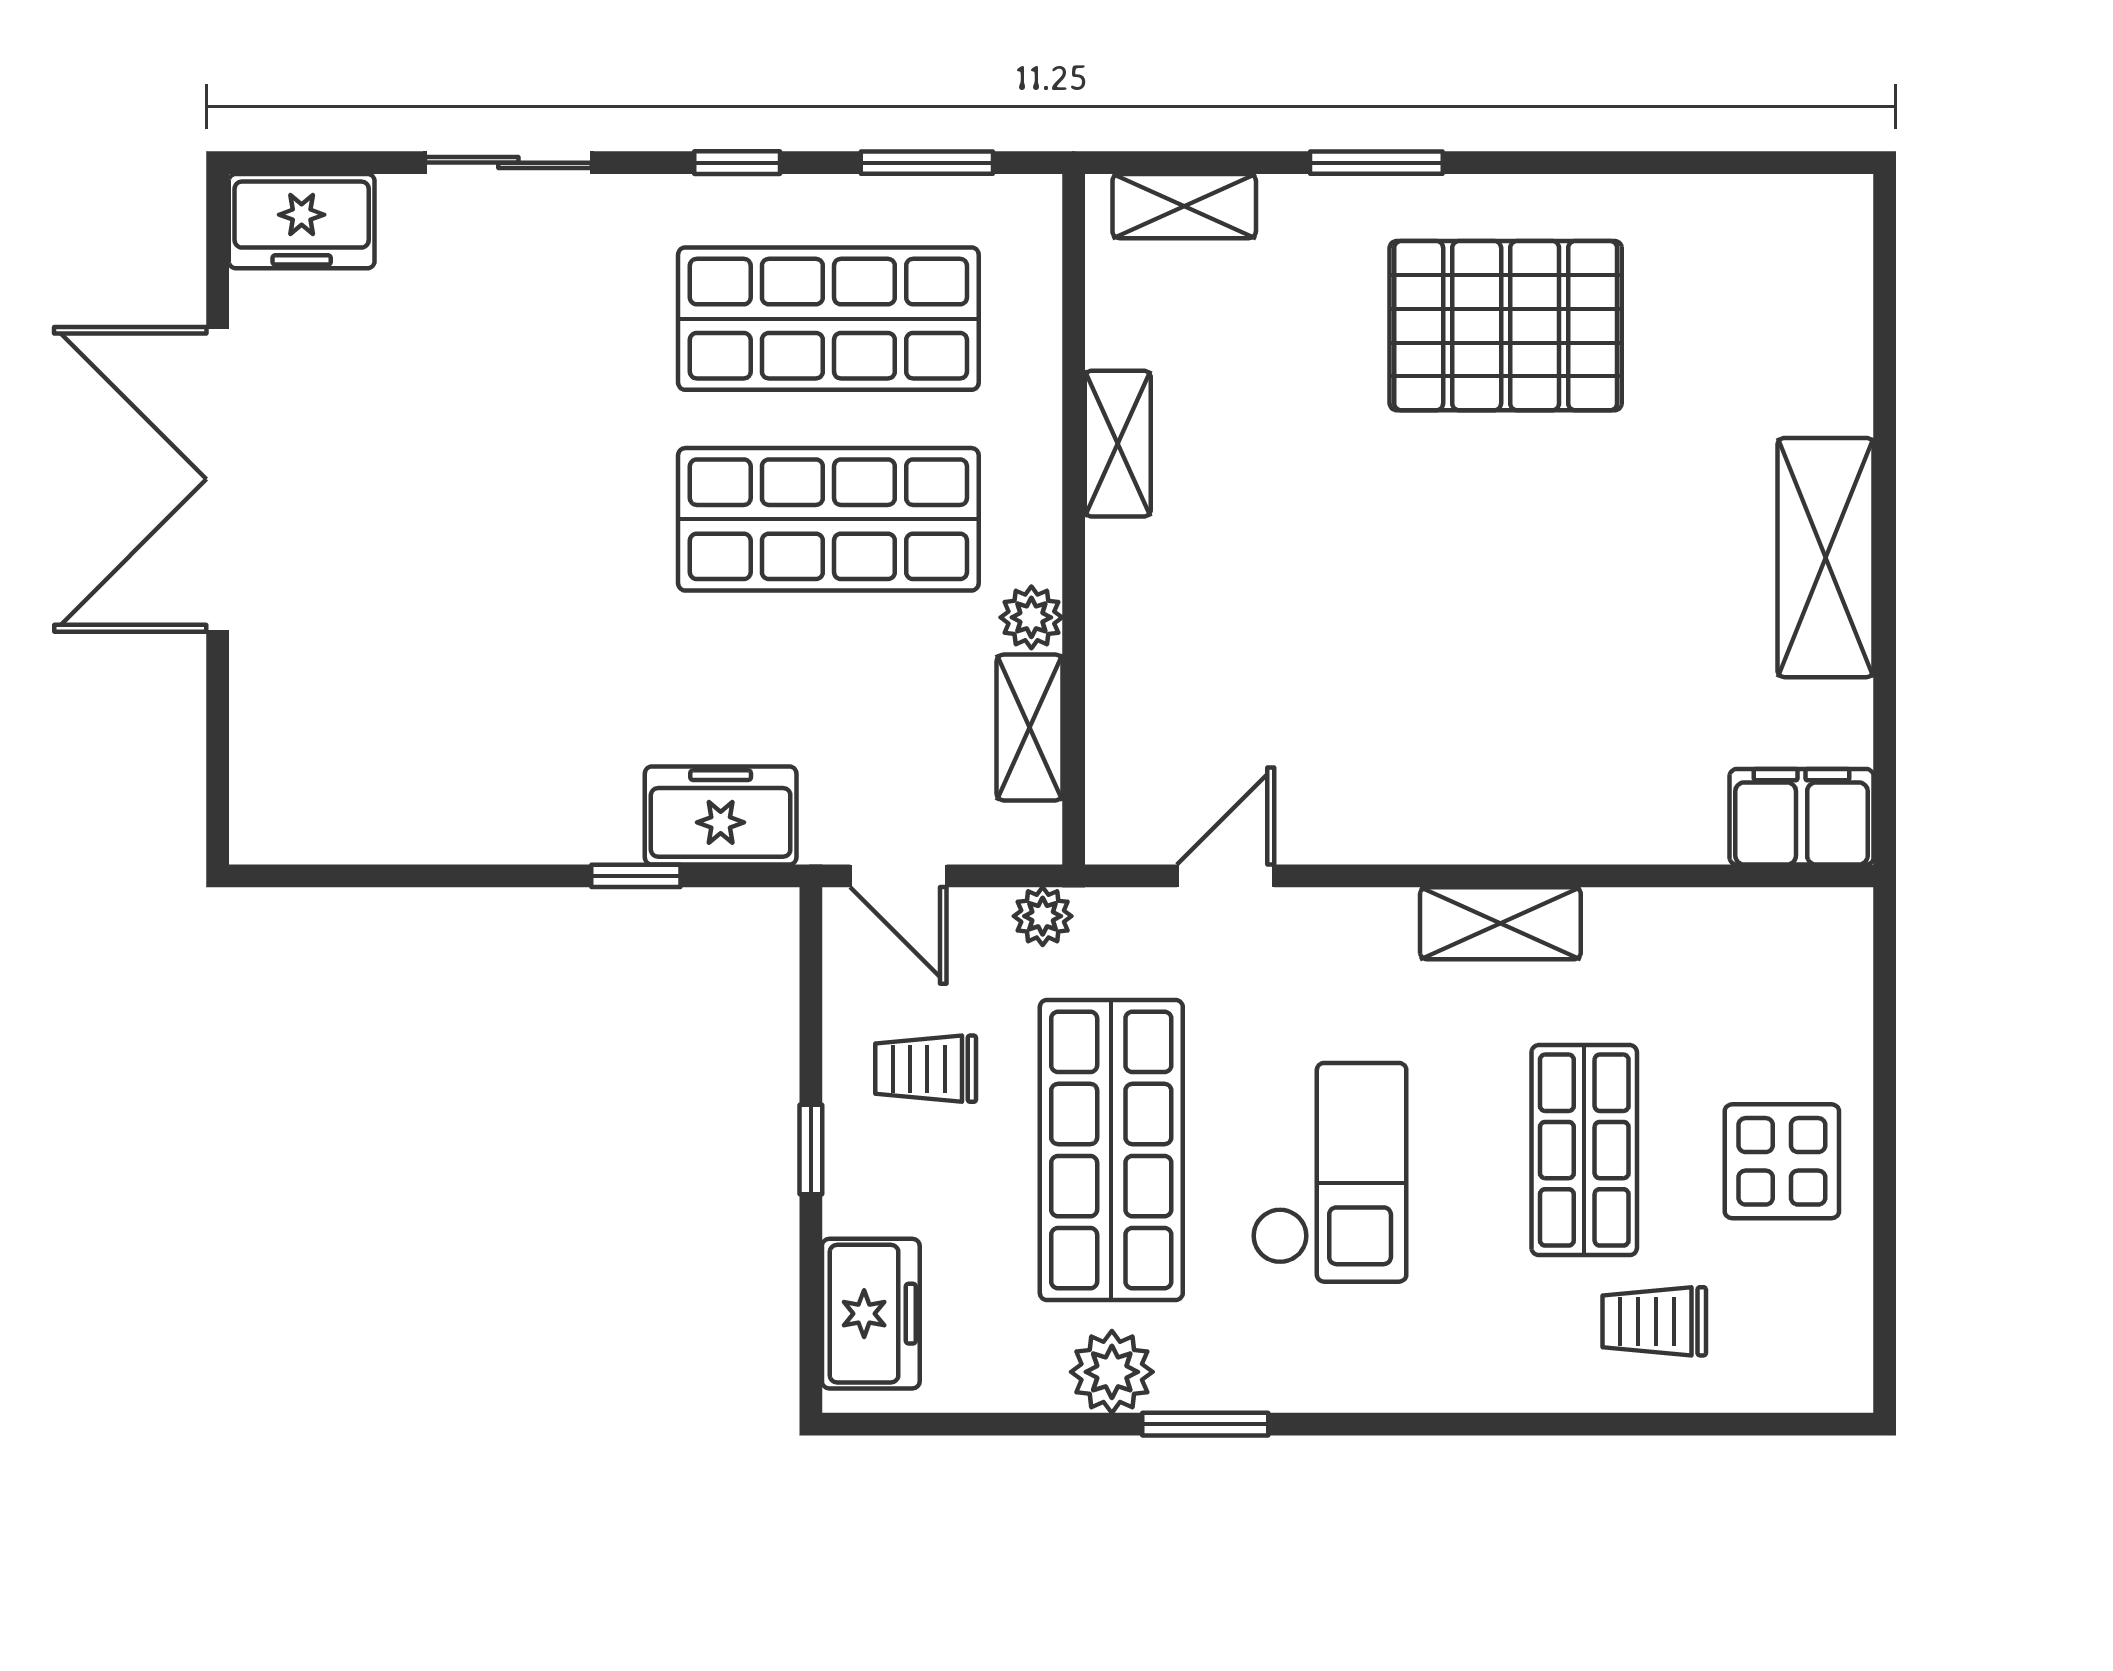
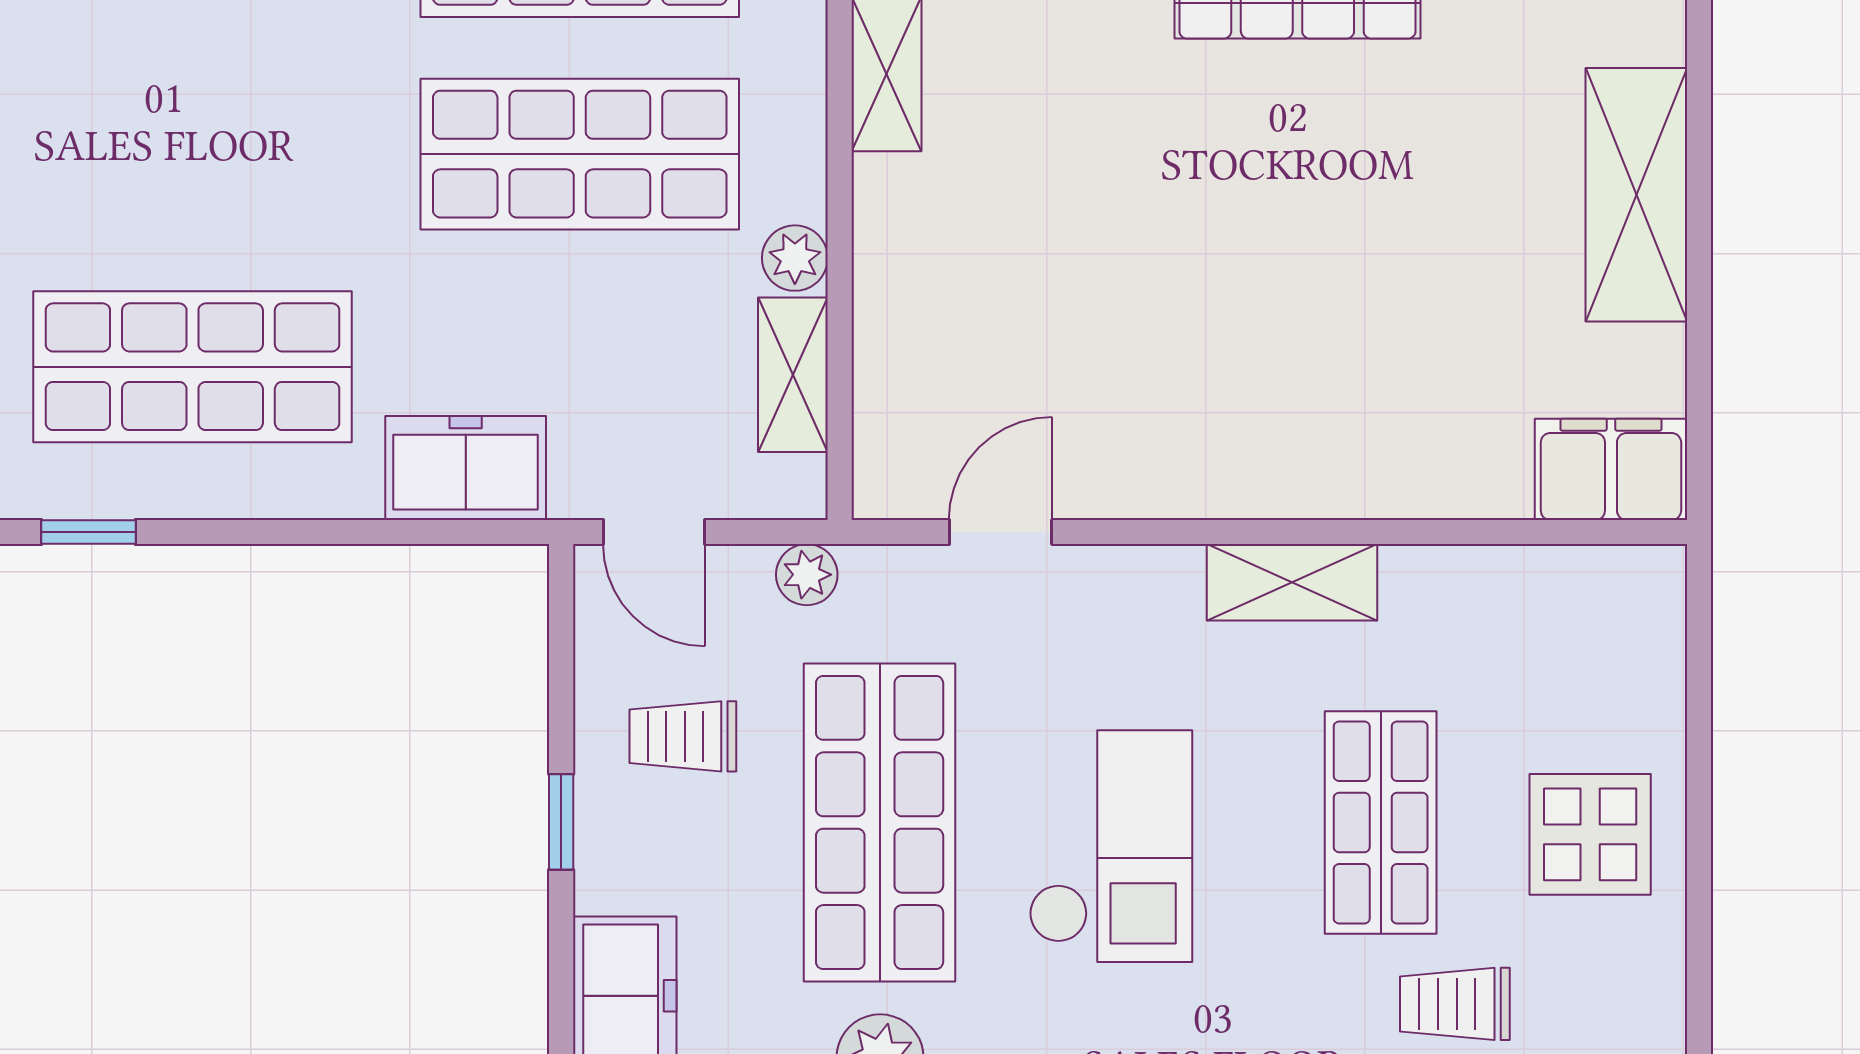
shop shelf: (463, 720) -> (192, 367), added
window: (636, 876) -> (88, 532), moved

